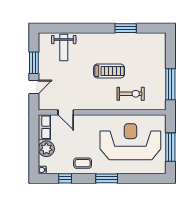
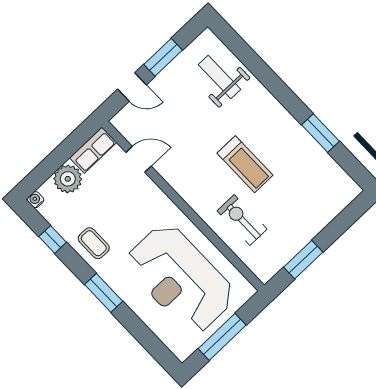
weight bench: (64, 47) -> (220, 77), turned 90
window: (170, 84) -> (303, 260), width x0.69
exercise bike: (131, 94) -> (242, 220), turned 180
door: (66, 112) -> (139, 159), swing flipped
reception desk: (130, 142) -> (180, 279), turned 180

